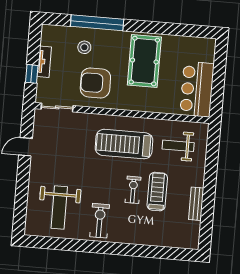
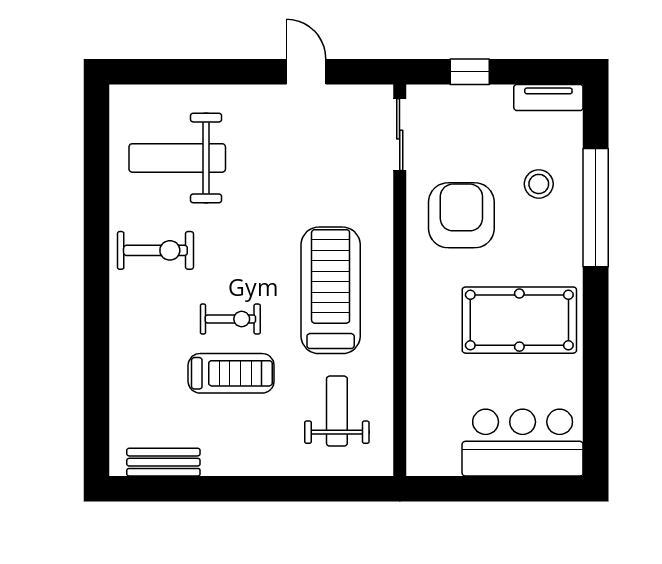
tv unit: (44, 62) -> (548, 97), moved
bar counter: (197, 89) -> (523, 443), moved
bench: (196, 204) -> (163, 462), moved

